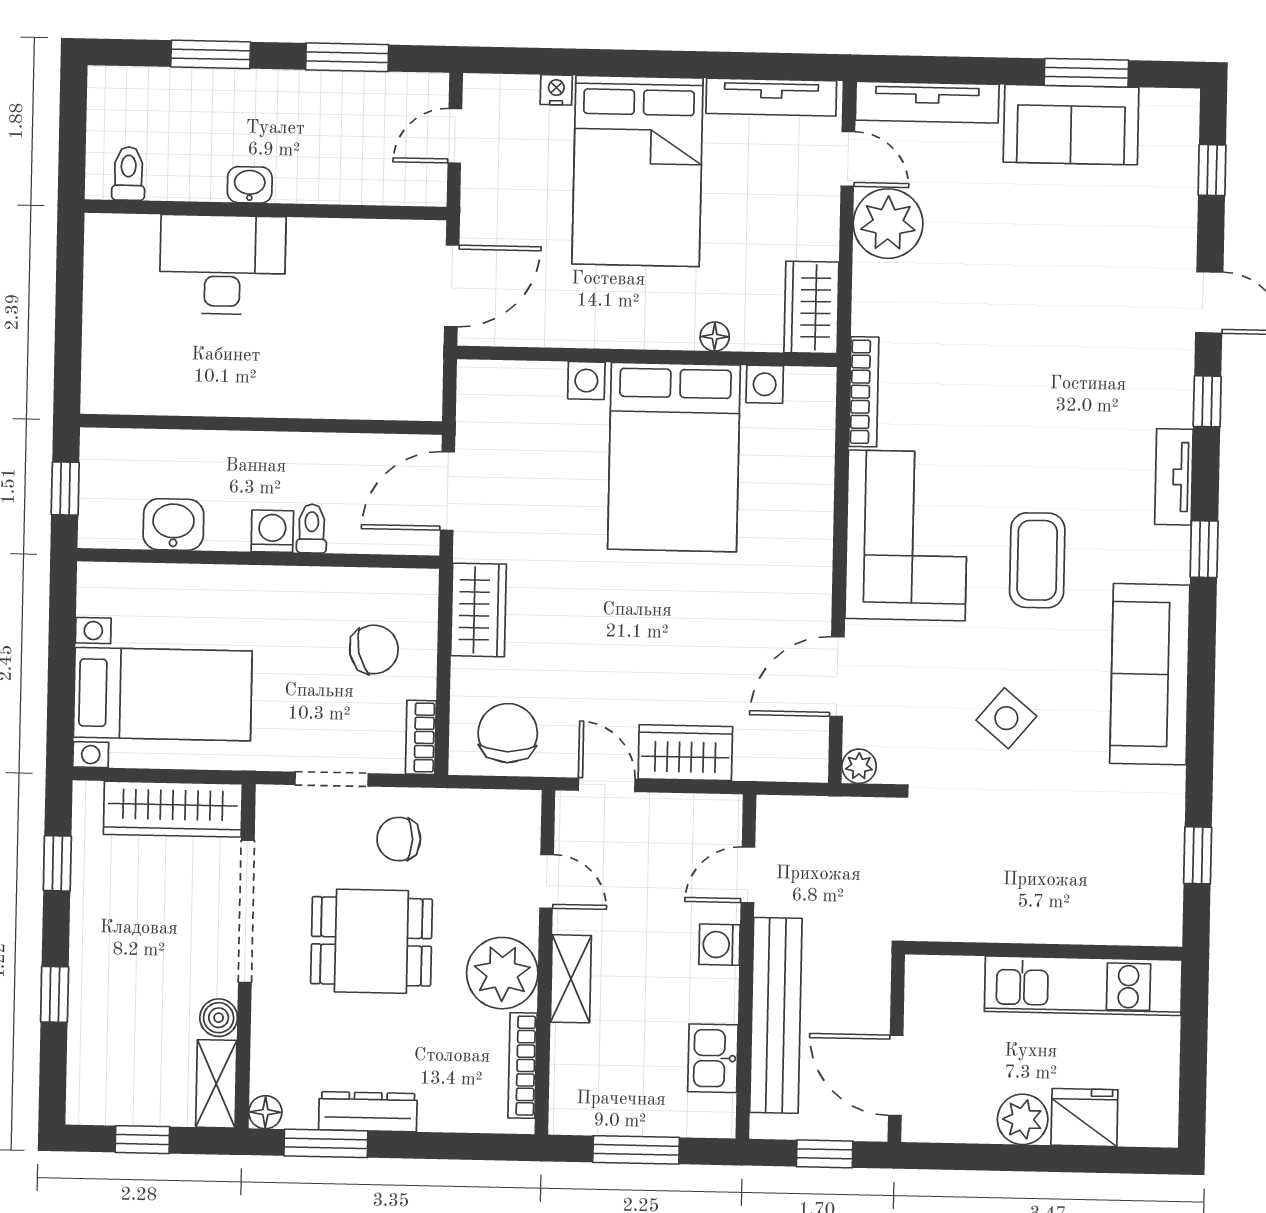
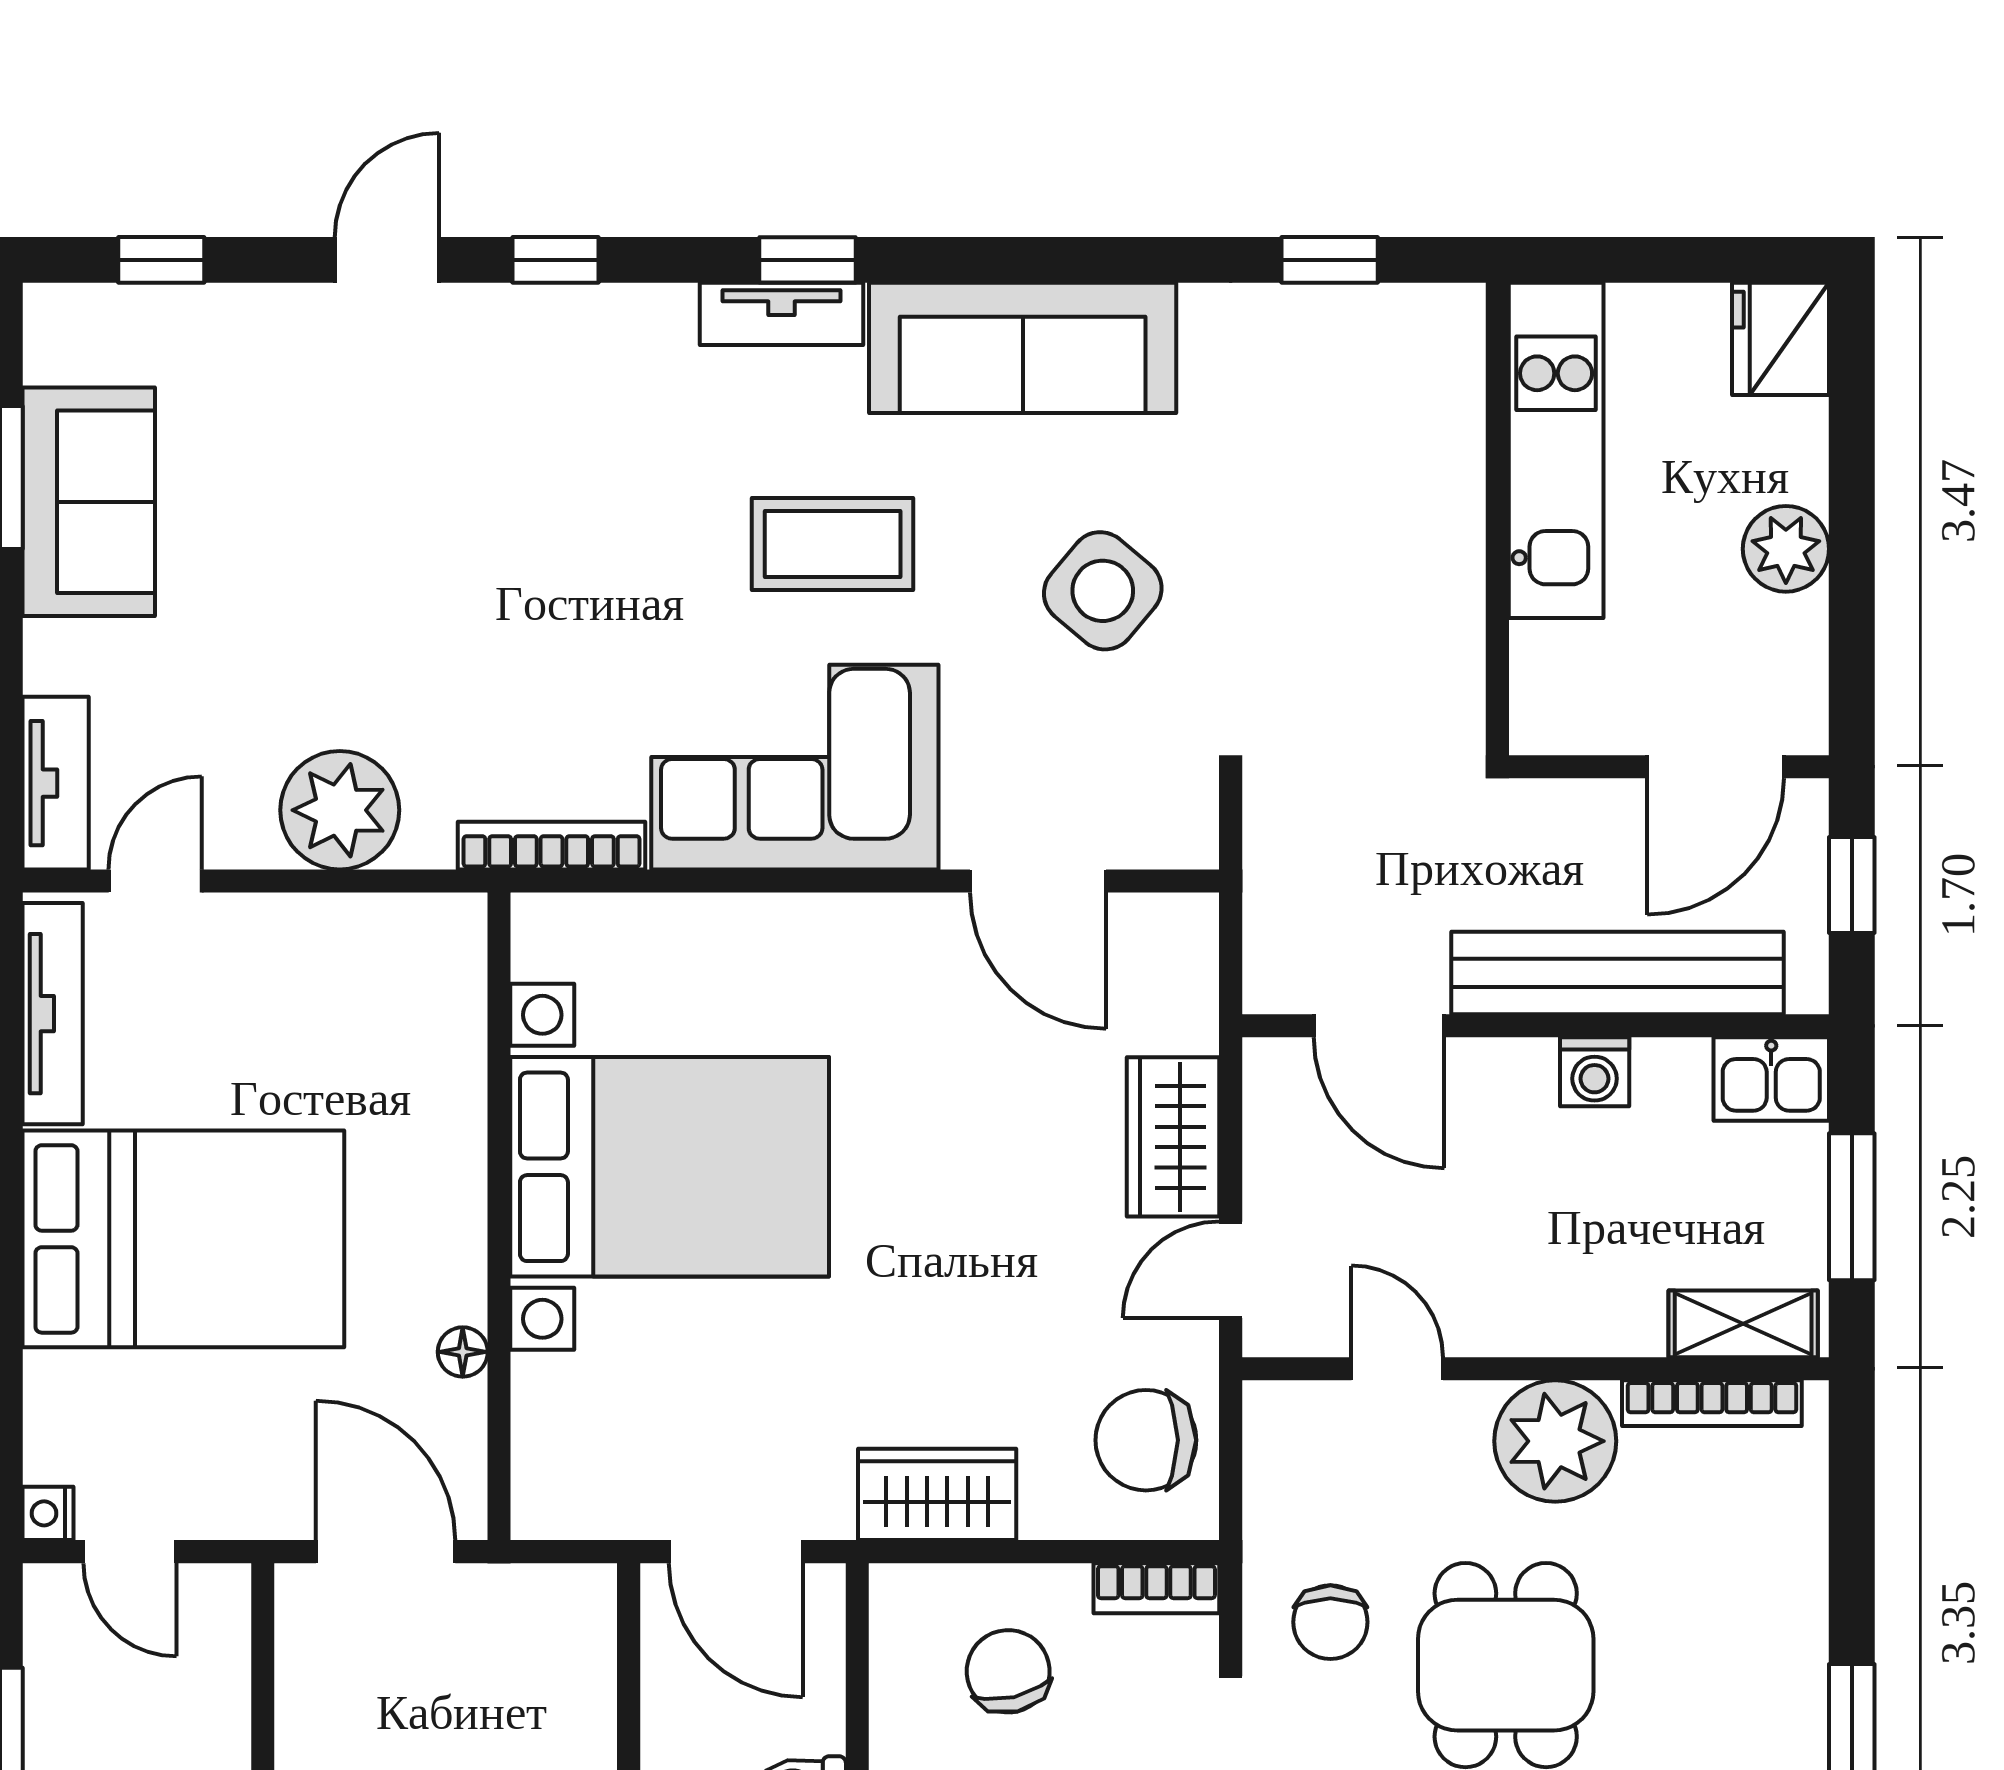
nightstand: (556, 90) -> (48, 1513), moved
tv unit: (927, 102) -> (56, 783), width x0.71
plant: (888, 224) -> (340, 810), moved
wardrobe: (811, 307) -> (410, 938), removed
floor lamp: (715, 337) -> (463, 1352), moved
tv unit: (1174, 477) -> (782, 314), moved
side table: (1006, 718) -> (1103, 591), width x1.37, depth x1.37
plant: (859, 766) -> (1190, 840), removed
door: (748, 875) -> (1379, 1026), width x1.38
door: (547, 881) -> (1397, 1369), hinge flipped
washing machine: (719, 945) -> (1595, 1072), moved
shelving: (571, 979) -> (1743, 1324), moved
kitchen sink: (713, 1058) -> (1771, 1079), moved
dresser: (368, 1112) -> (1796, 1665), removed
fridge: (1084, 1117) -> (1781, 339), moved

